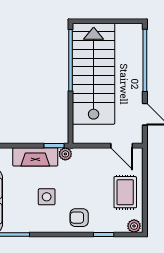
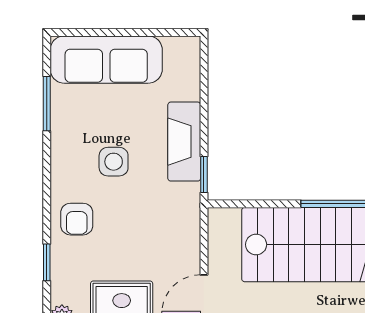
plant: (65, 154) -> (189, 195), removed
armchair: (79, 218) -> (77, 219), turned 180

